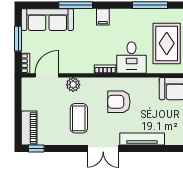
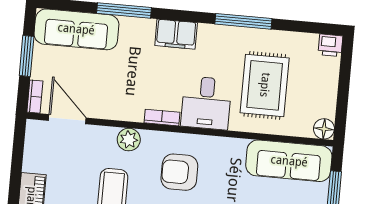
filing cabinet: (103, 17) -> (176, 34), width x2.00
door: (47, 75) -> (67, 119), hinge flipped
plant: (73, 85) -> (129, 140), moved

